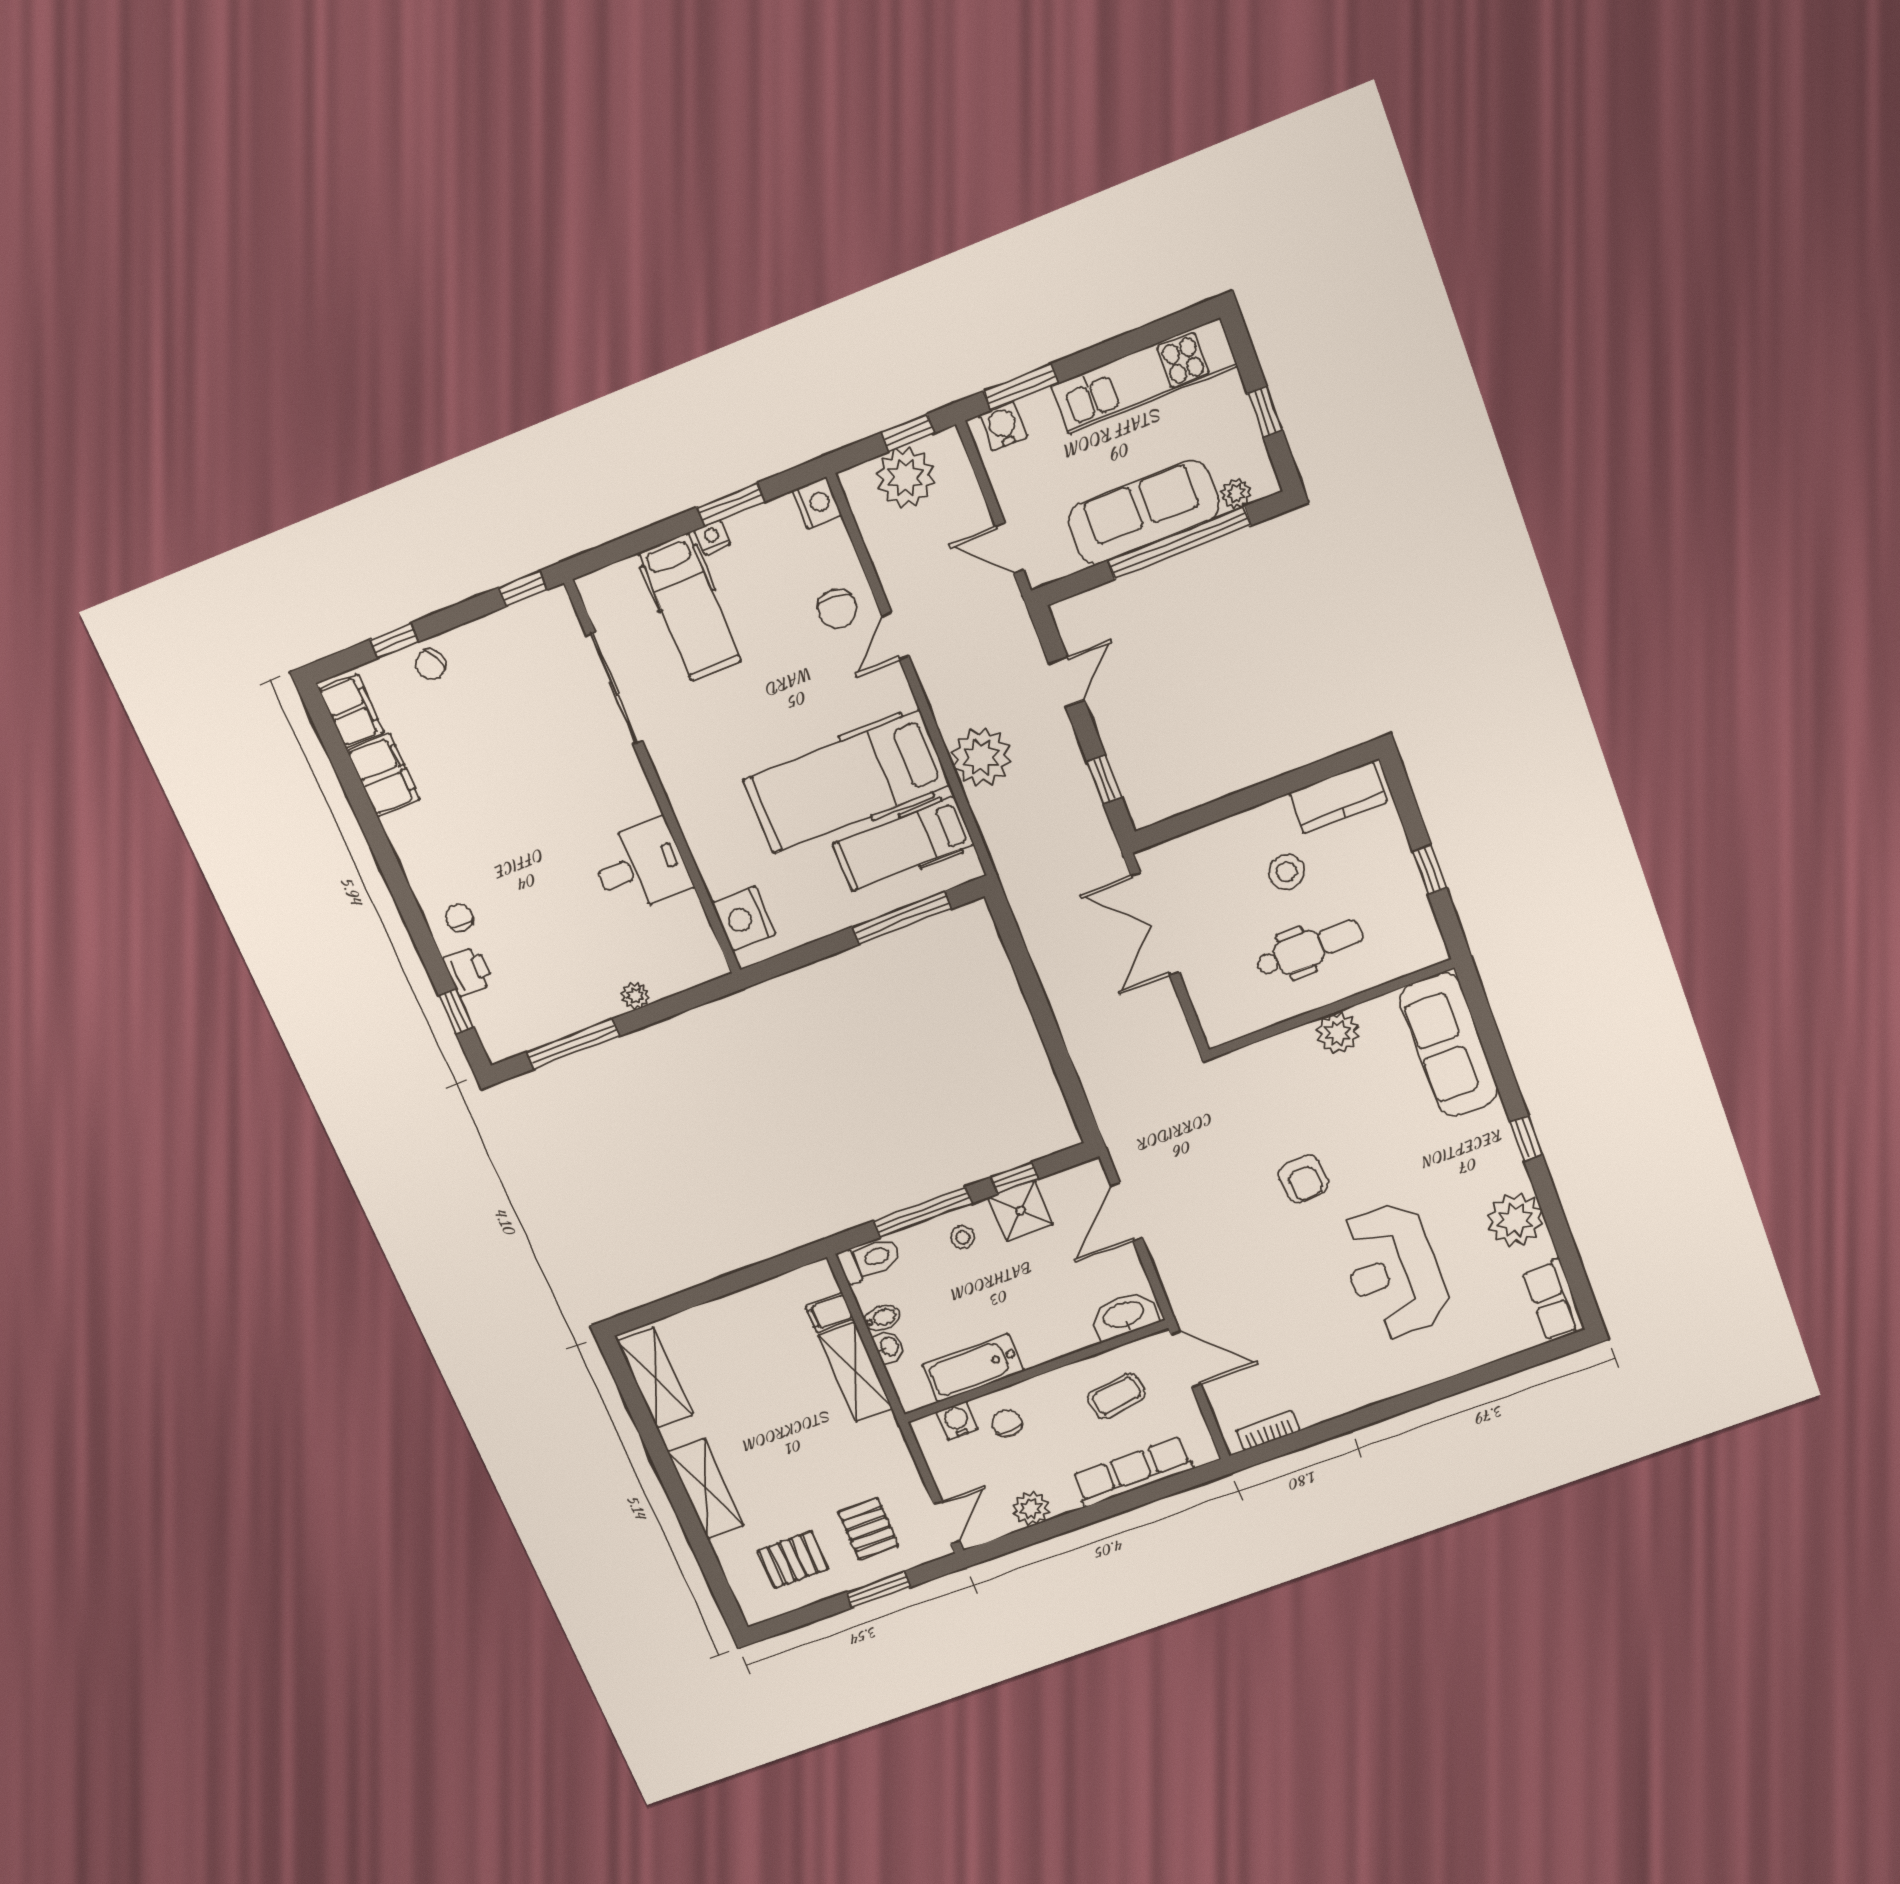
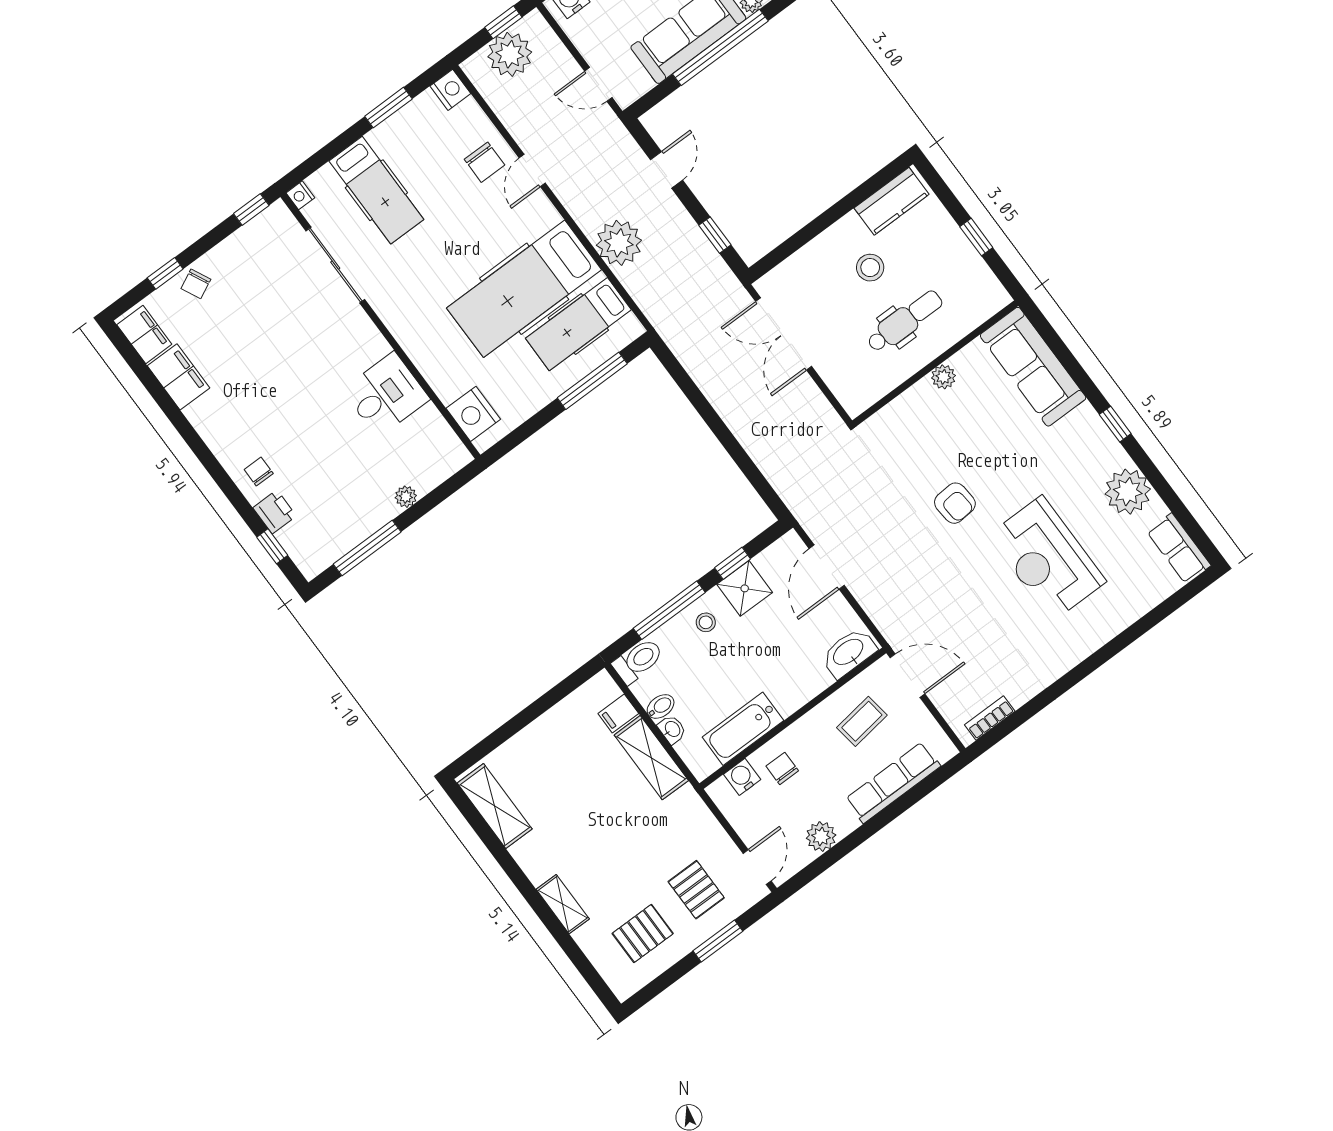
nightstand: (712, 537) -> (300, 195), moved, turned -90
plant: (1338, 1033) -> (943, 377), width x0.73, depth x0.73
shelving: (706, 1489) -> (563, 904), width x0.67, depth x0.75

